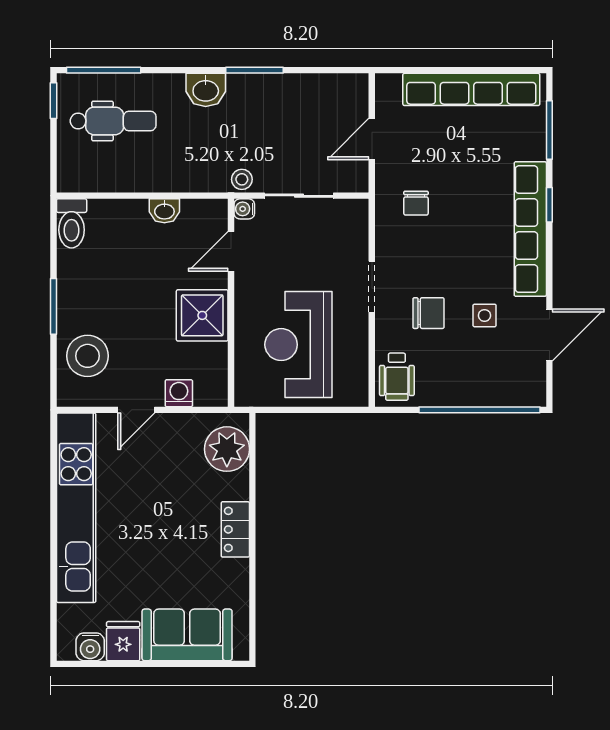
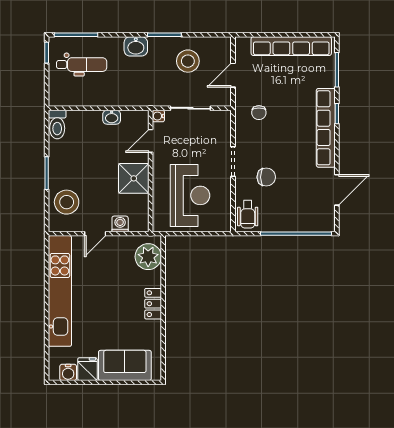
stool: (242, 179) -> (188, 61), moved, width x1.89, depth x1.89
side table: (485, 315) -> (299, 178), removed
reception desk: (298, 345) -> (190, 195), turned 180

